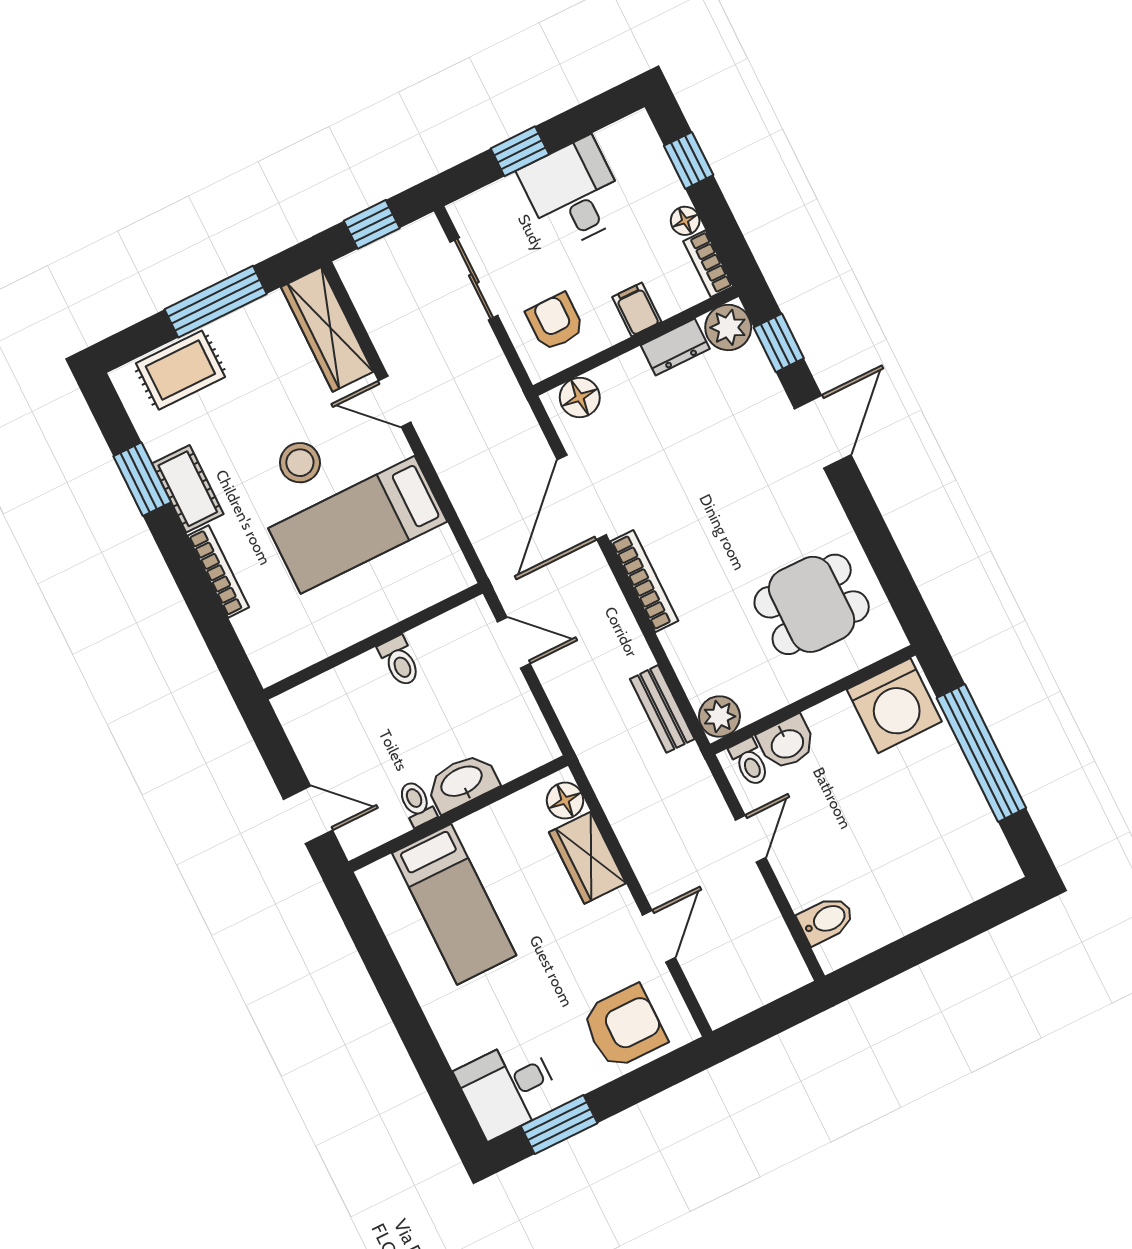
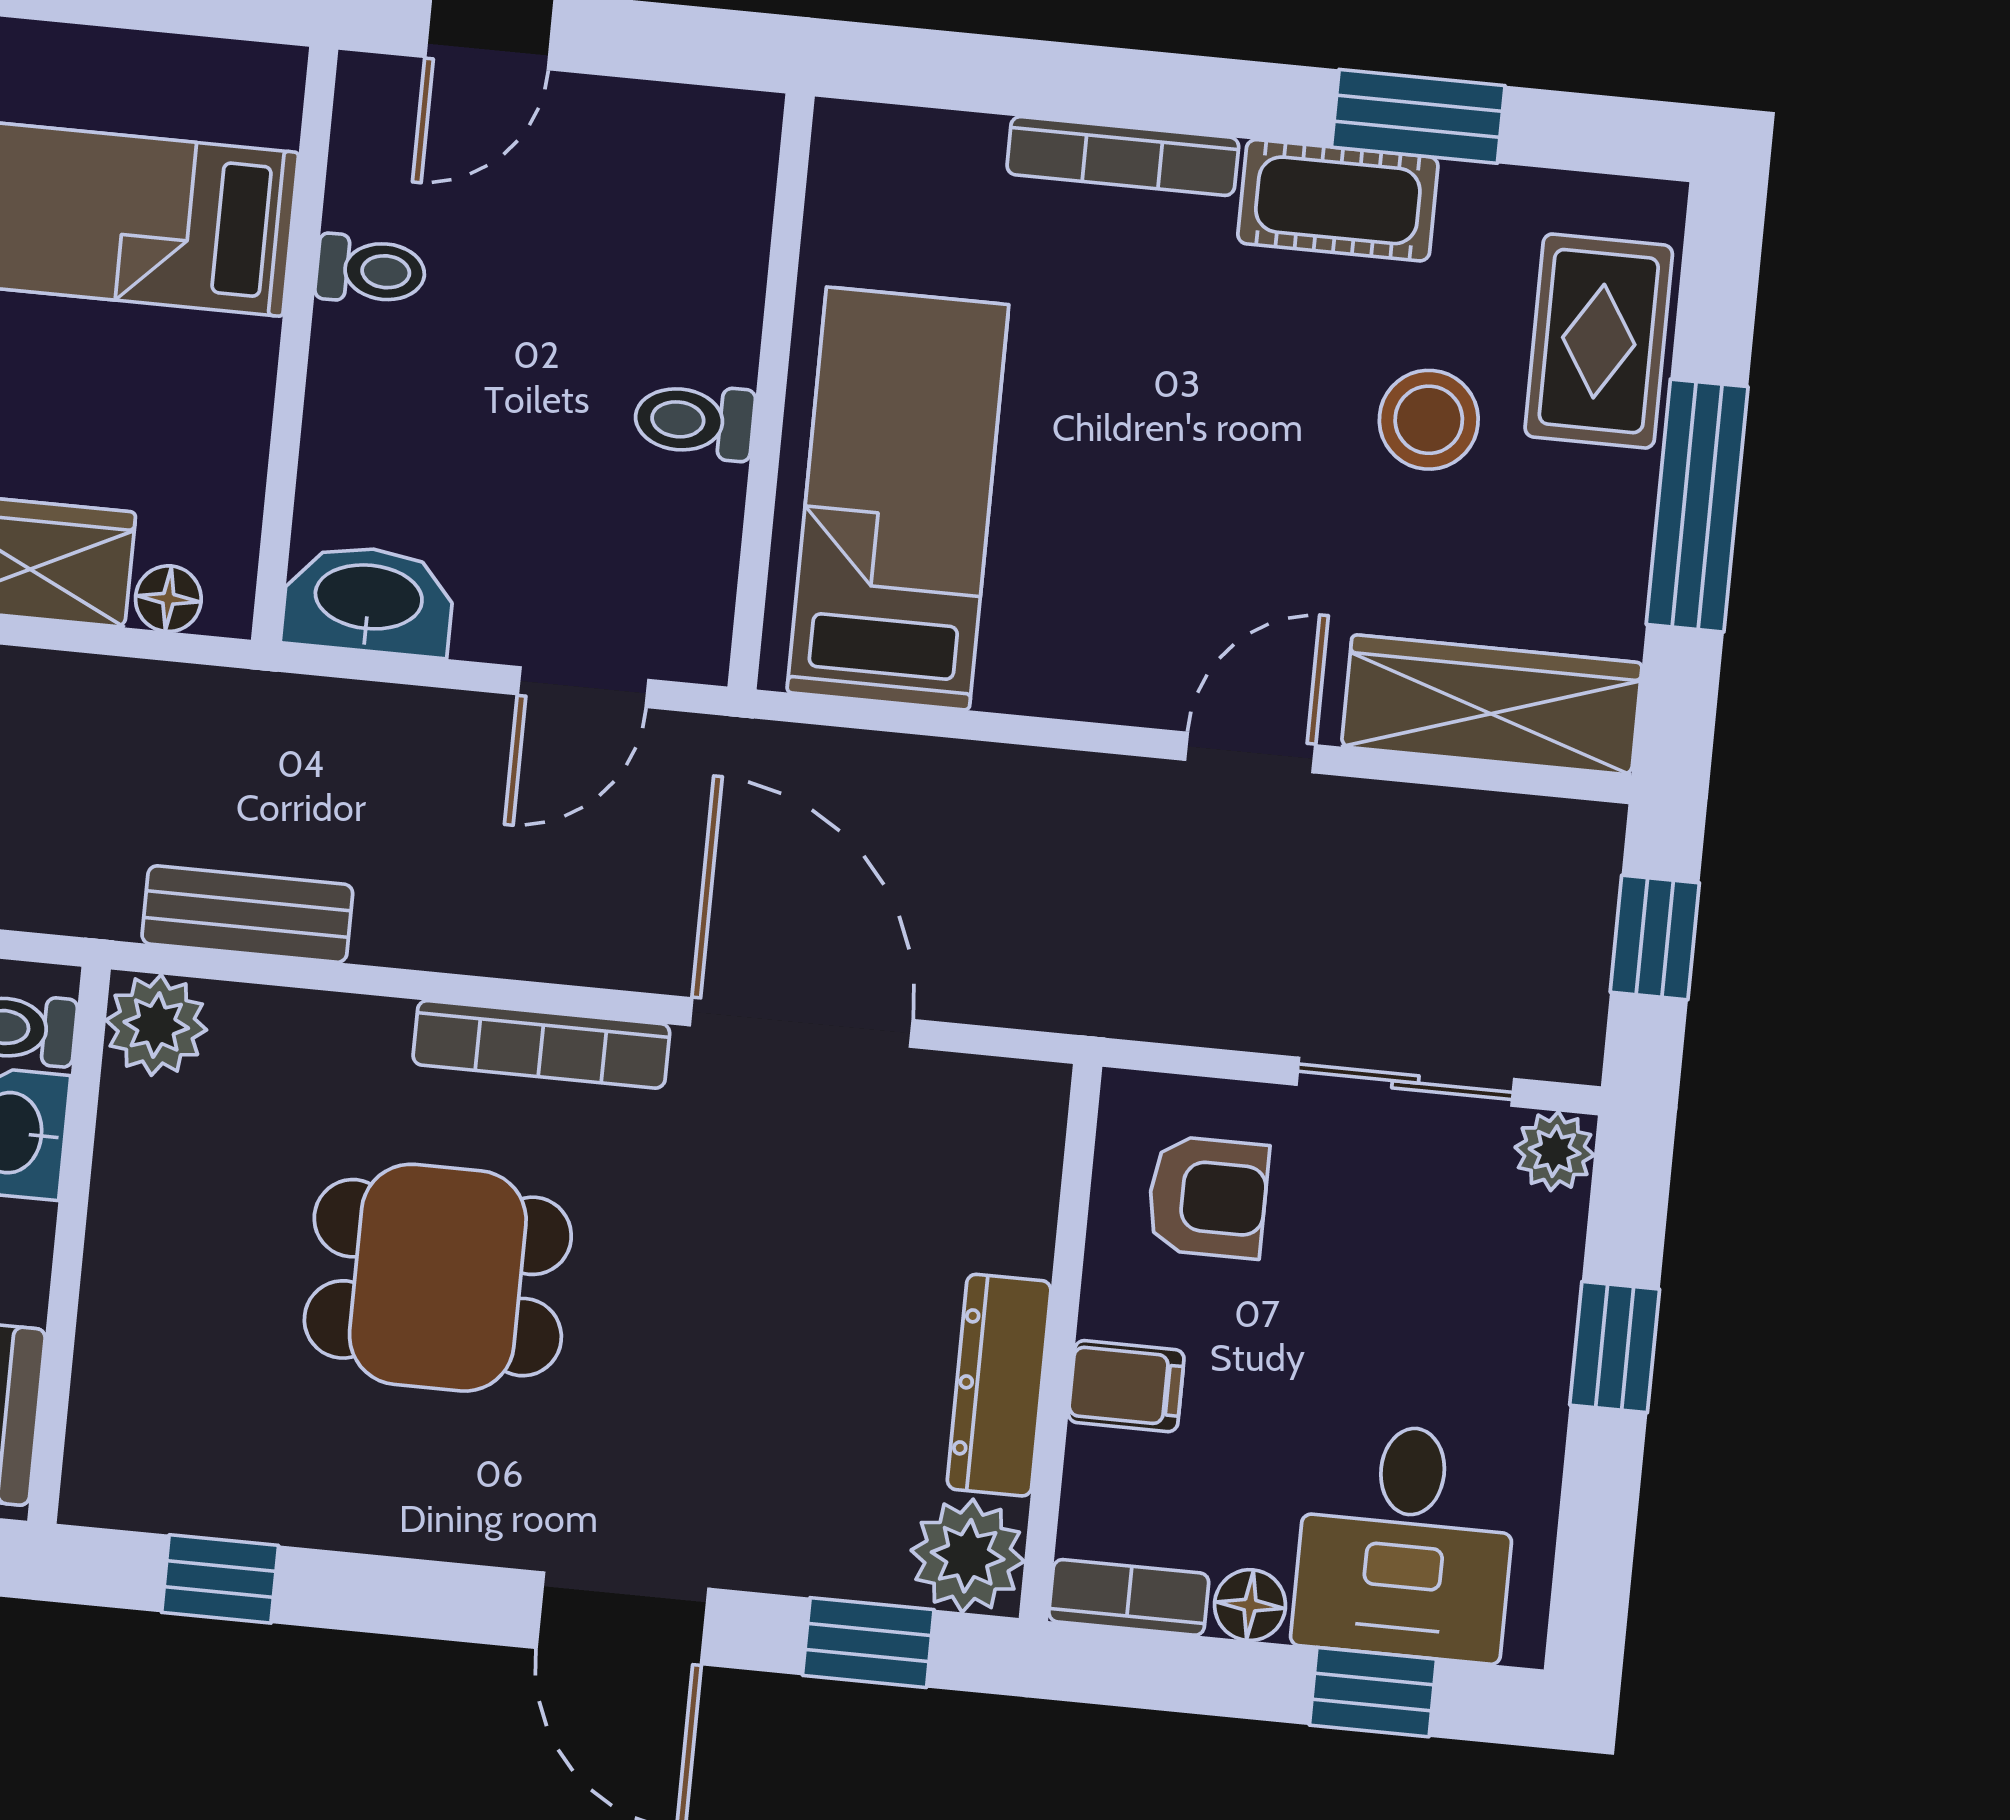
desk: (574, 193) -> (1406, 1542), moved, turned 90
plant: (466, 213) -> (1555, 1151), added
dresser: (675, 347) -> (999, 1385), width x1.44
floor lamp: (580, 397) -> (1015, 1150), removed
stool: (300, 463) -> (1429, 420), moved
bed: (358, 525) -> (898, 499), moved
window: (895, 577) -> (220, 1579), added
dining table: (812, 604) -> (438, 1278), moved, turned 90
washbasin: (462, 782) -> (368, 600), moved, turned -90
floor lamp: (565, 801) -> (168, 599), width x0.73, depth x0.73

